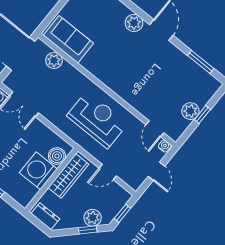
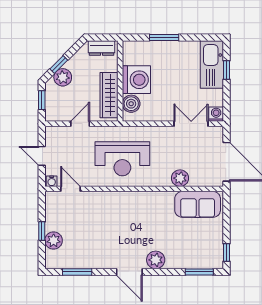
plant: (54, 60) -> (180, 178), moved
plant: (190, 111) -> (54, 241), moved

